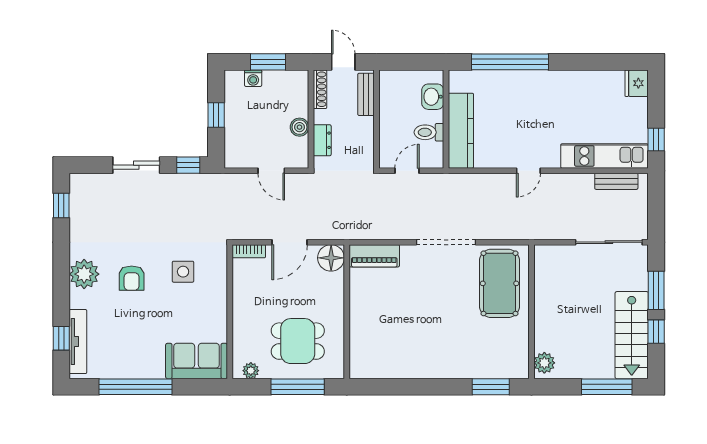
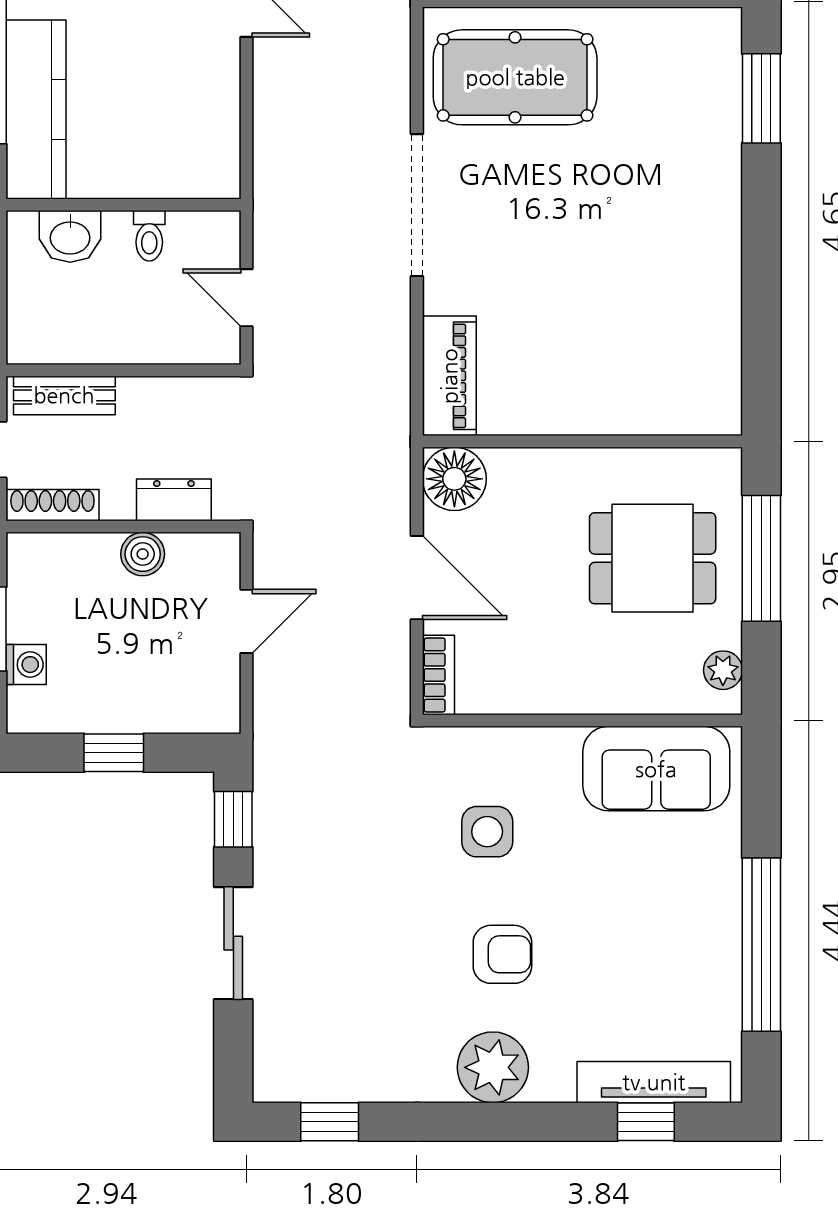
kitchen counter: (461, 131) -> (36, 109), moved, turned 90
toilet: (429, 132) -> (149, 236), width x0.73, depth x0.72
dining table: (298, 341) -> (653, 558), turned 90
sofa: (196, 361) -> (656, 769), moved, turned -90

